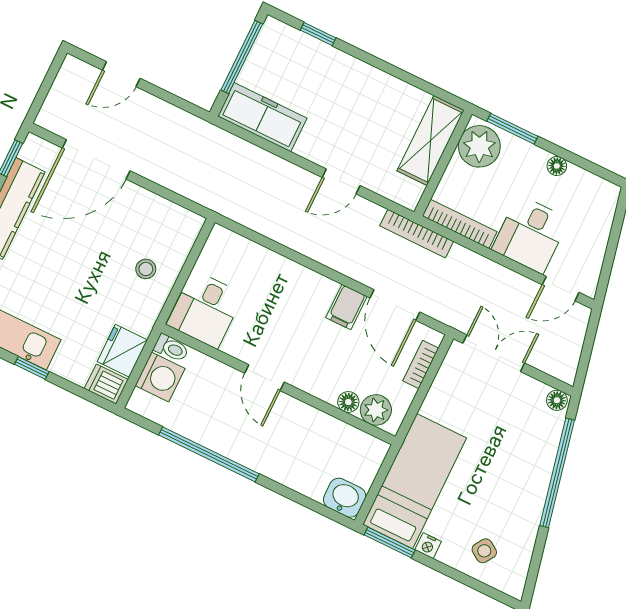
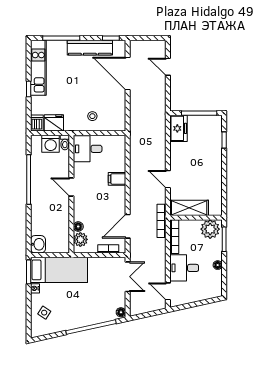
freezer: (262, 117) -> (179, 128), width x0.71
shelving: (431, 140) -> (189, 208), moved
filing cabinet: (346, 307) -> (117, 179), moved
door: (264, 378) -> (71, 187), hinge flipped

